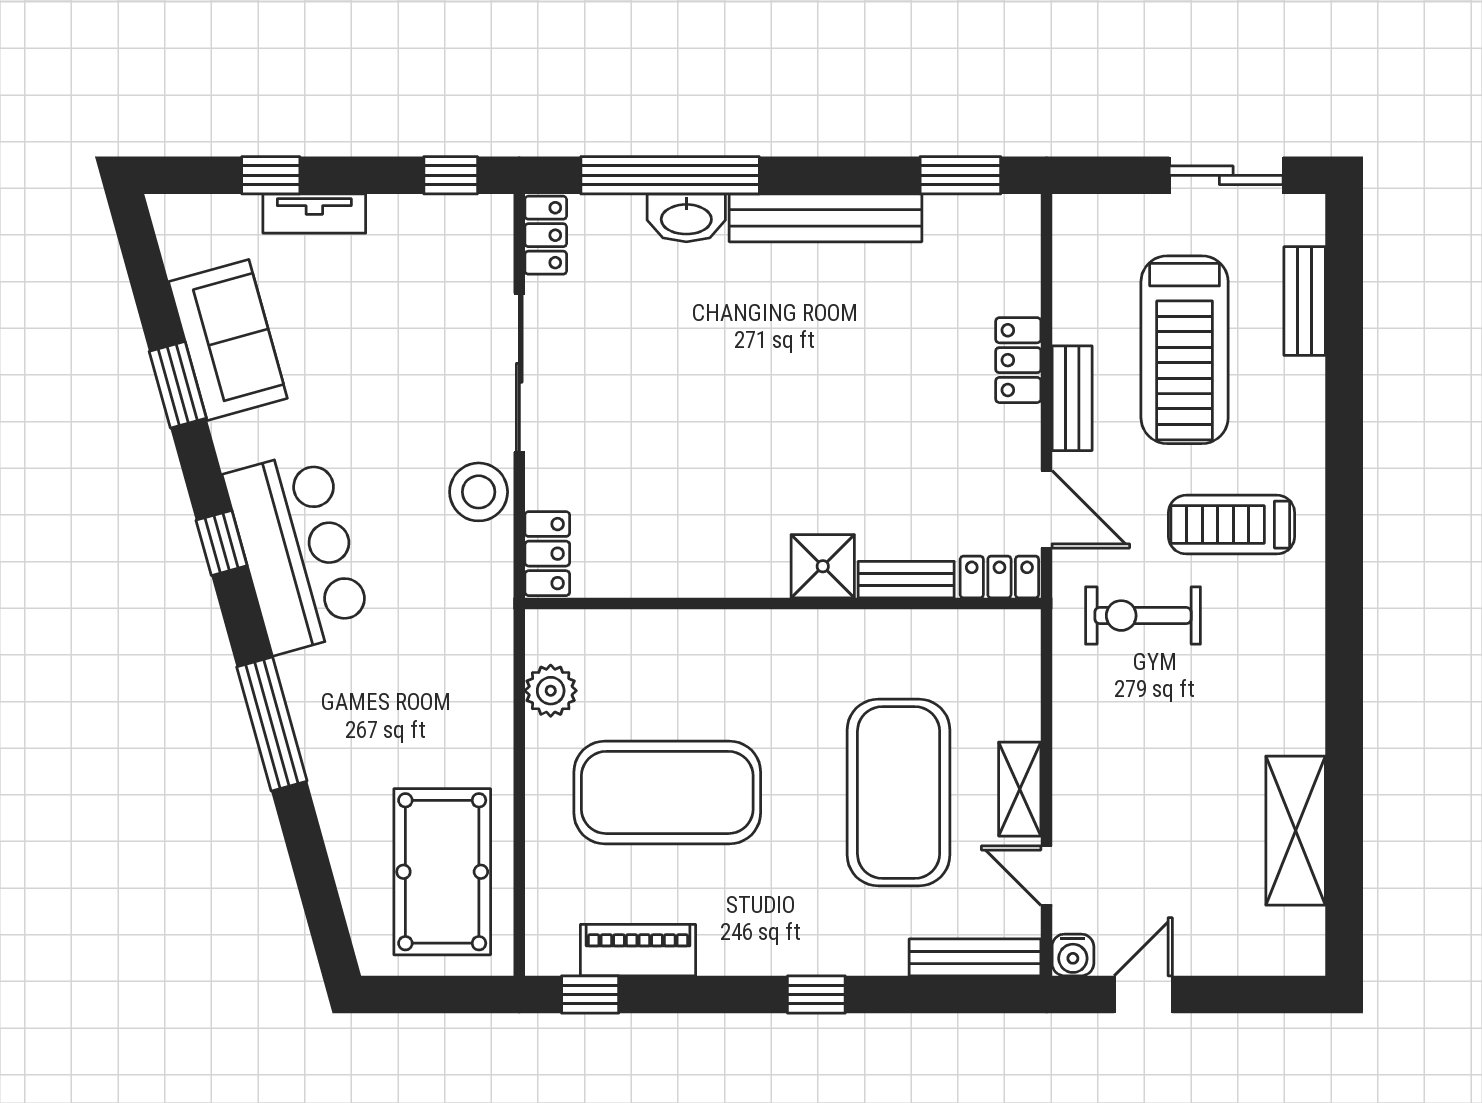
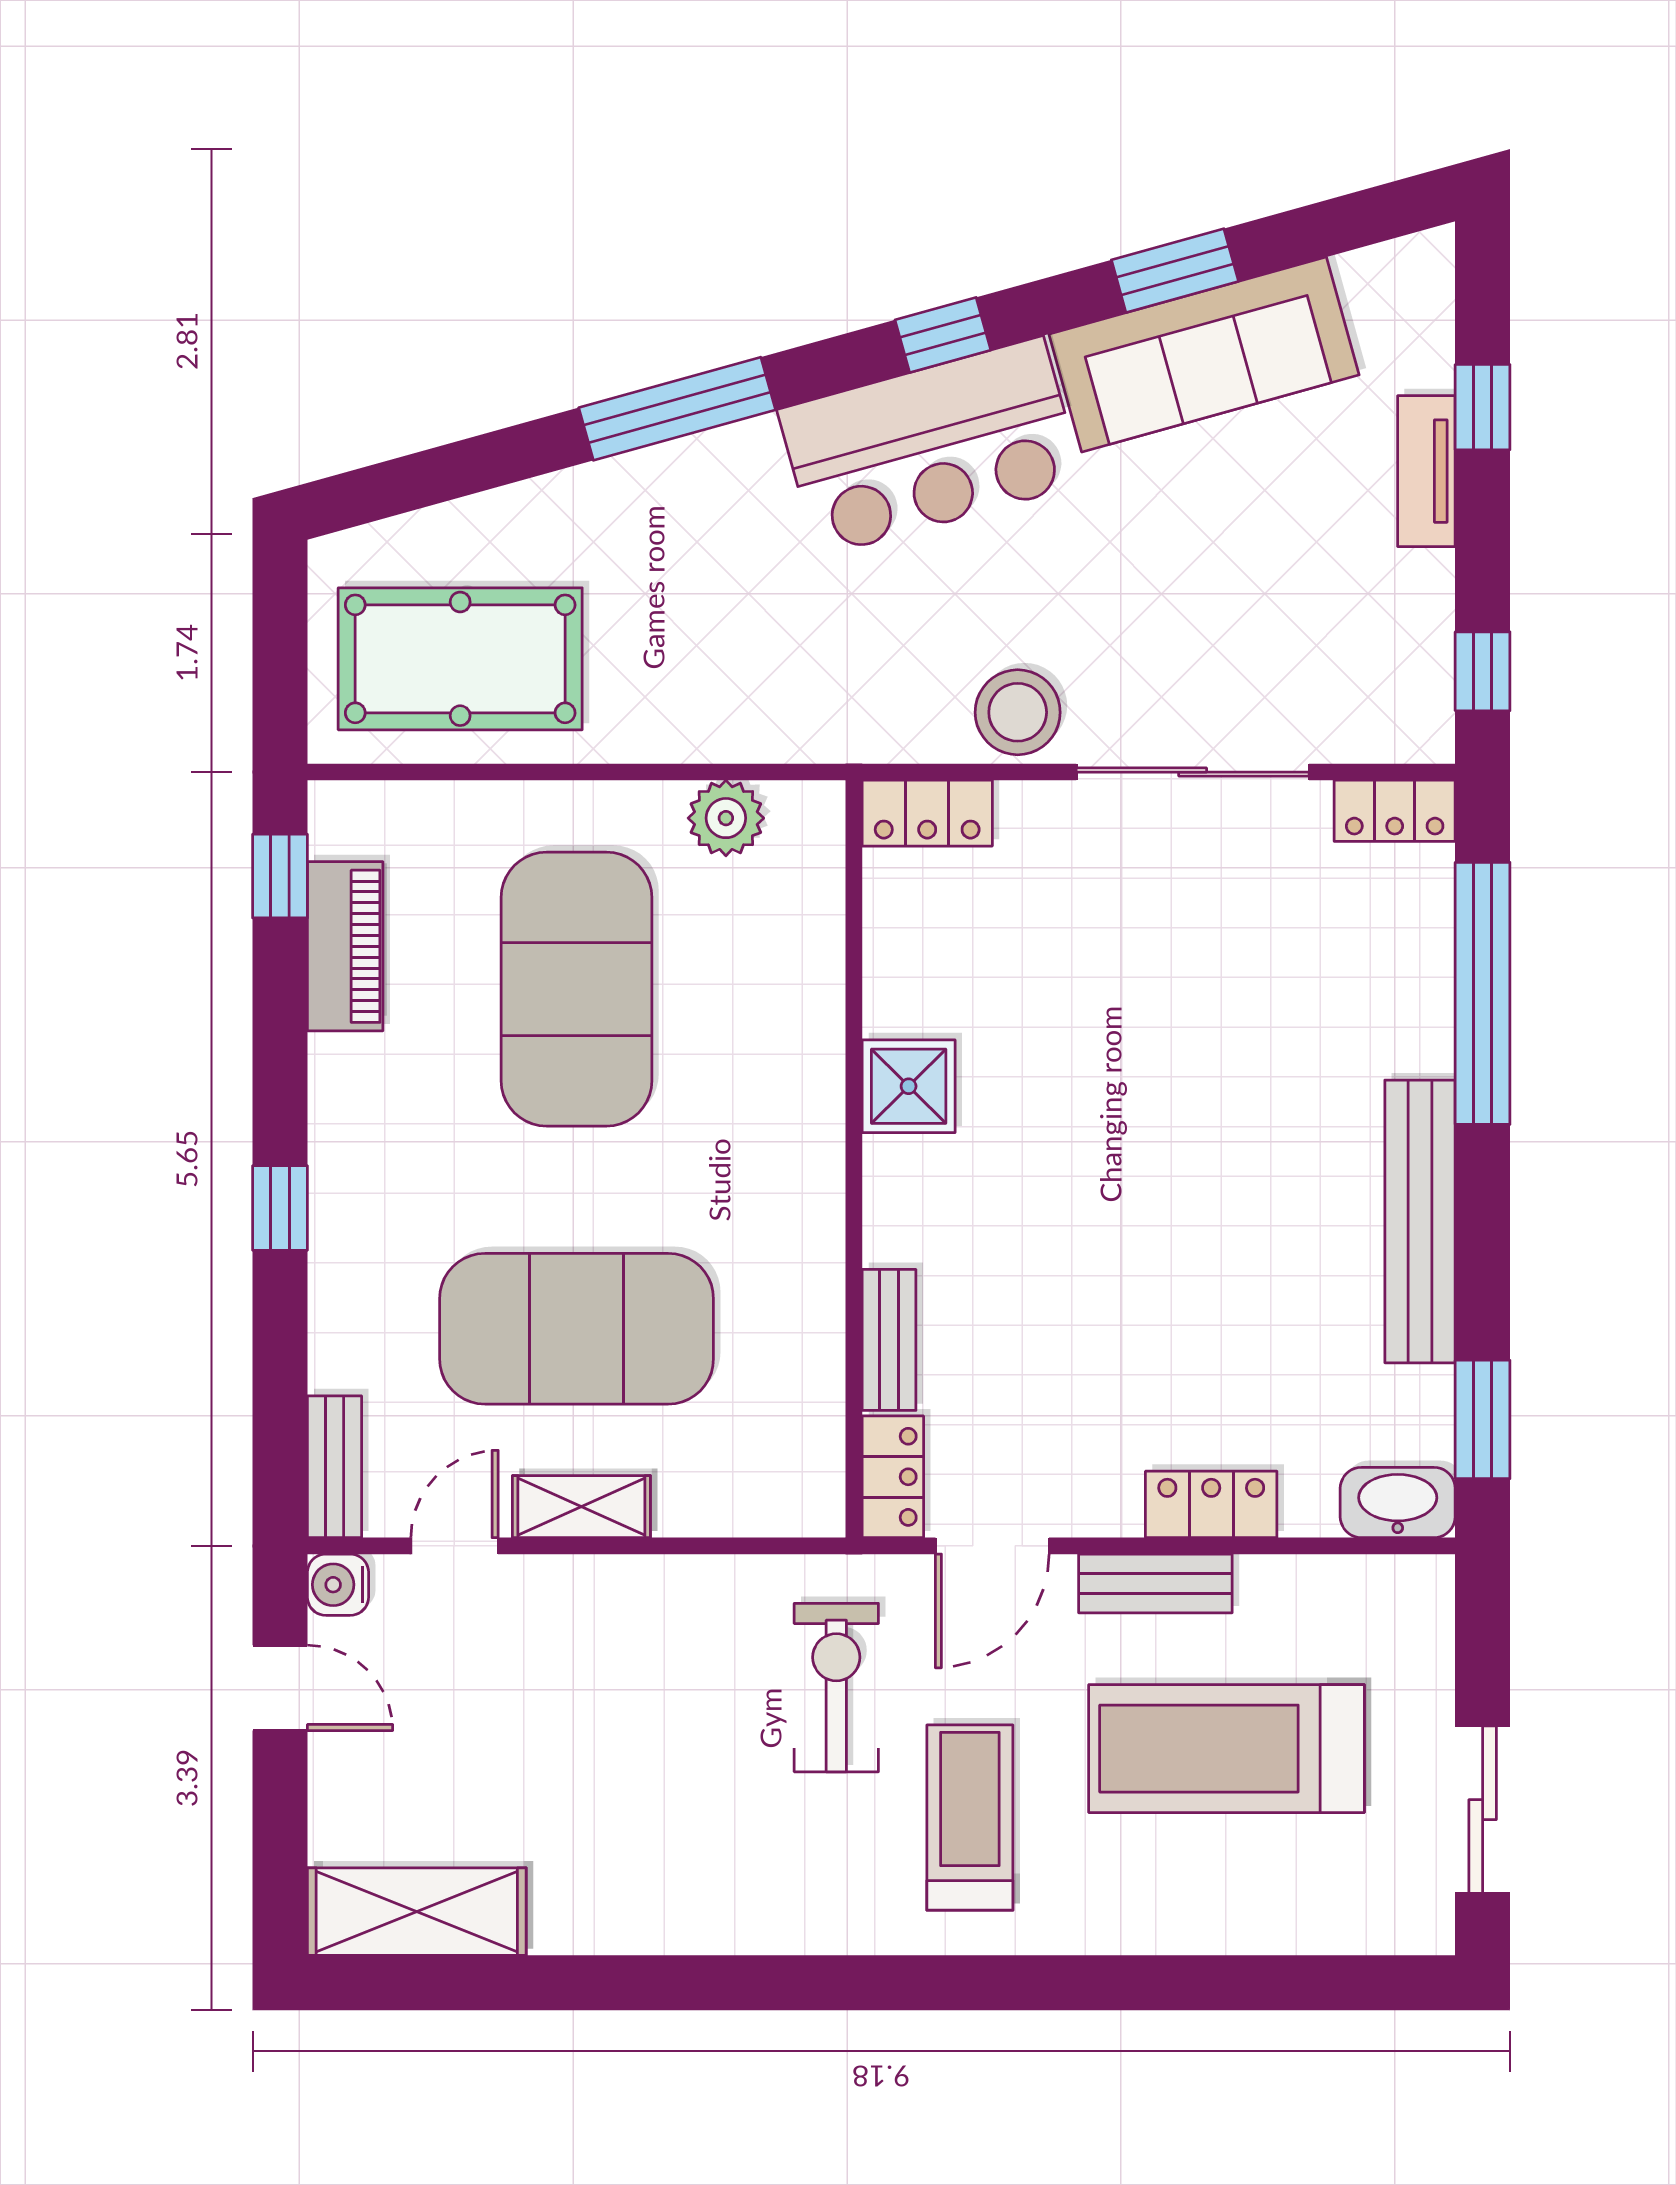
washbasin: (686, 218) -> (1398, 1503), moved, turned 90
bench: (1305, 301) -> (1298, 1925), removed
sofa: (228, 340) -> (1204, 355), width x1.36
shower: (823, 566) -> (909, 1086), moved
shelving: (1296, 831) -> (417, 1912), moved
bench: (975, 957) -> (334, 1467), width x0.73

